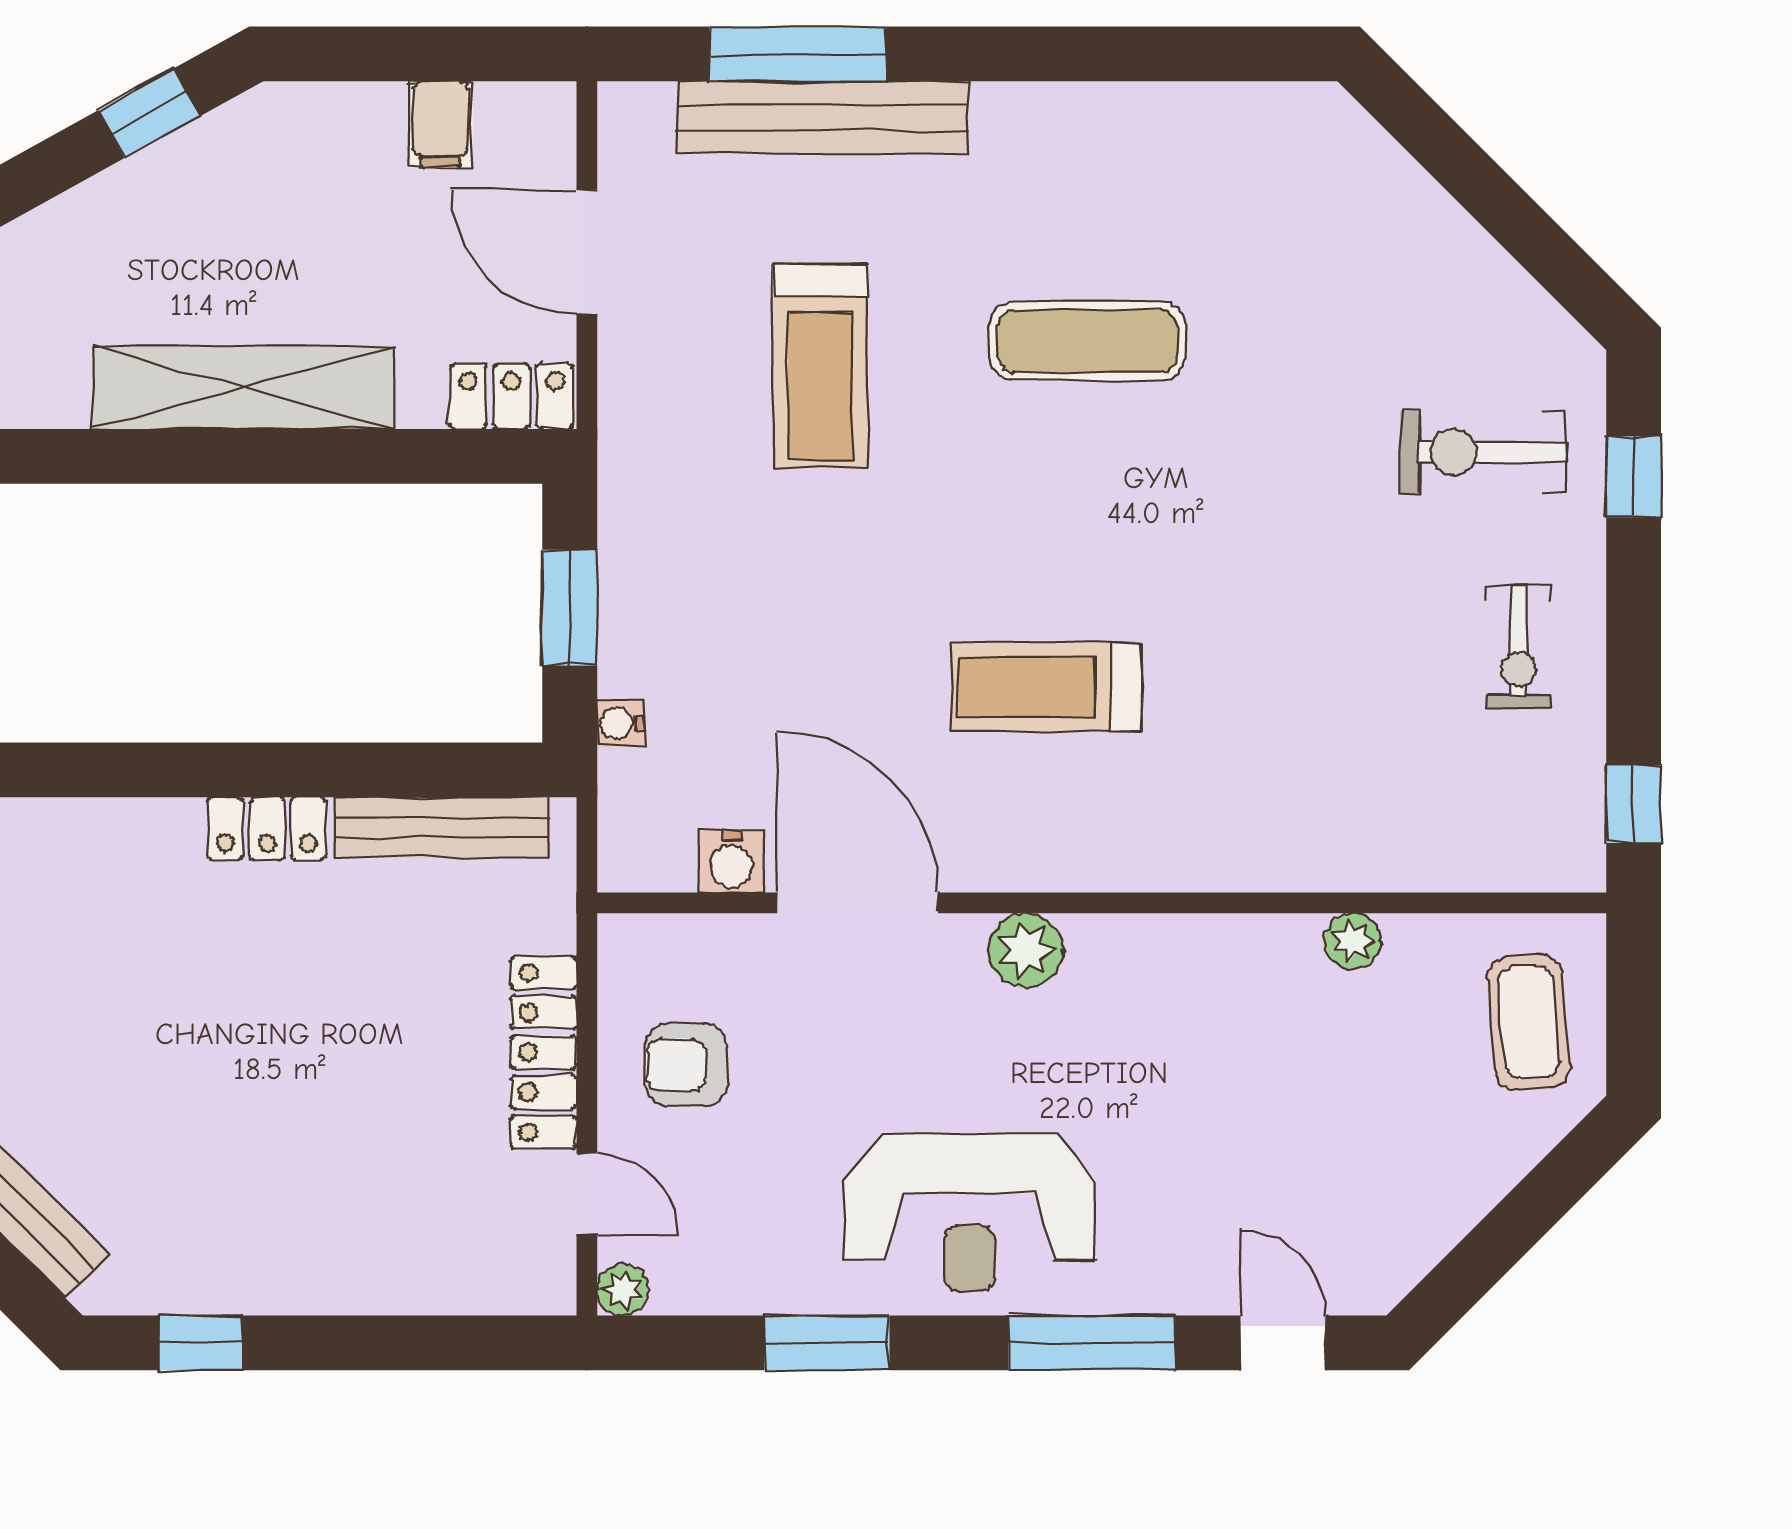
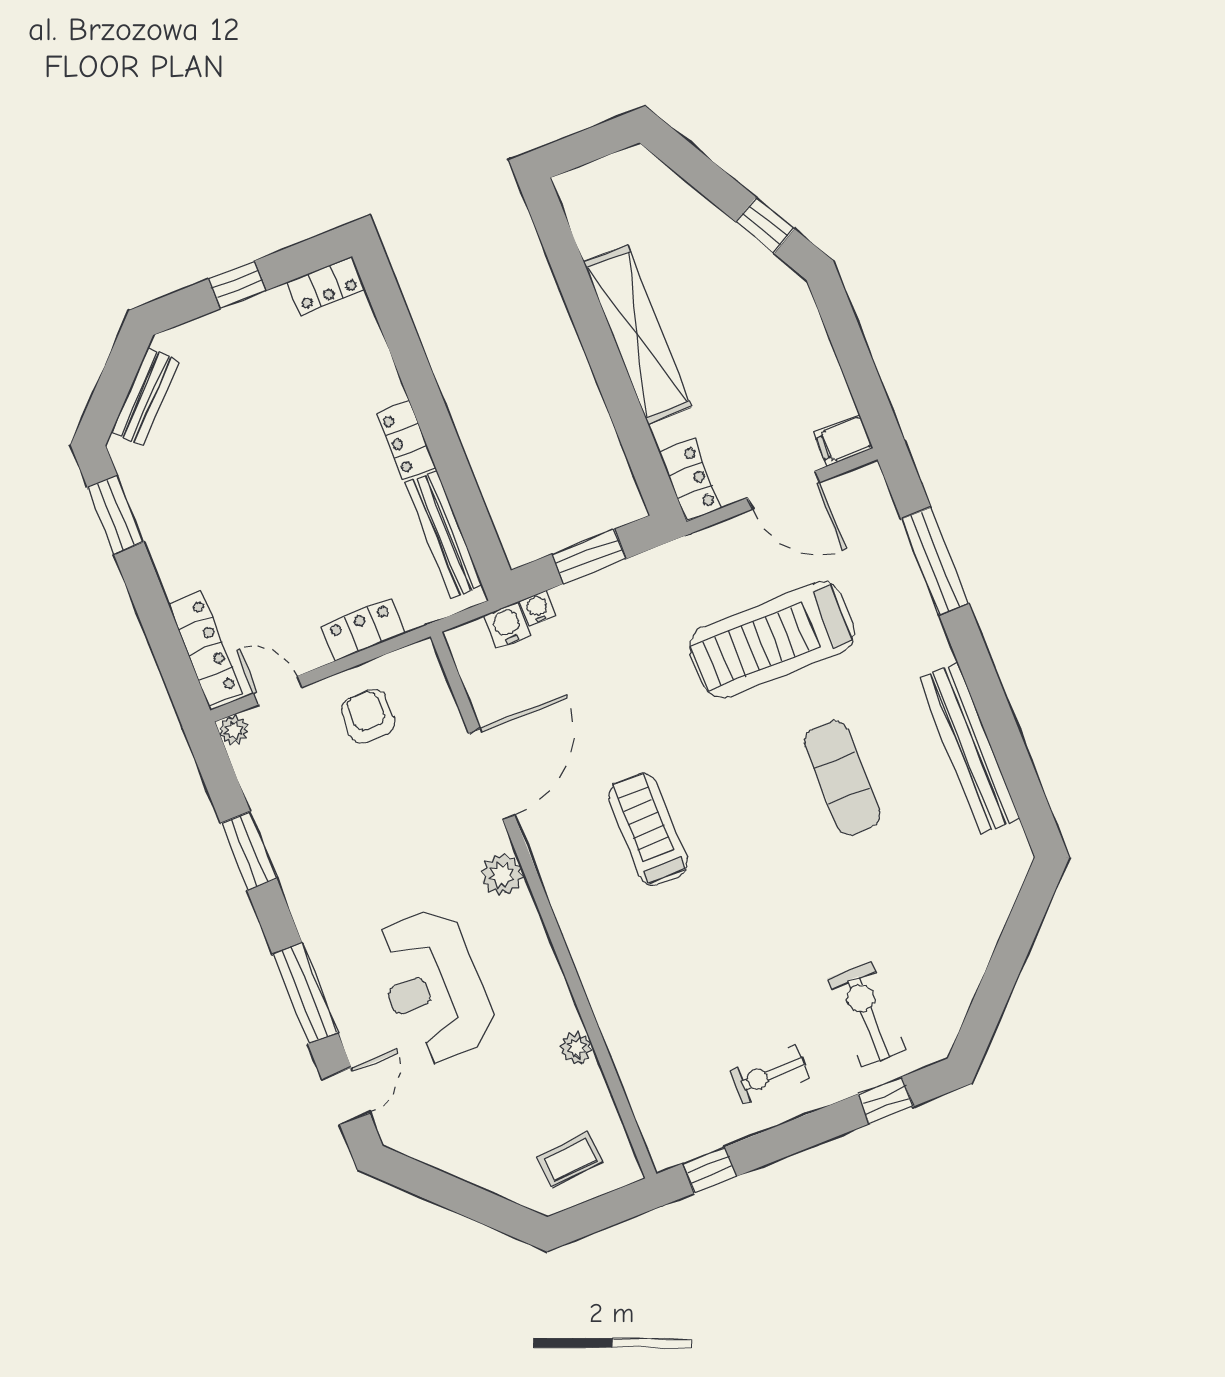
bench: (823, 117) -> (970, 748), moved
filing cabinet: (440, 124) -> (843, 440), moved
door: (587, 252) -> (784, 490), swing flipped
treadmill: (820, 366) -> (772, 640), width x1.37, depth x1.37
water cooler: (731, 861) -> (507, 625), moved, turned 90
coffee table: (1529, 1022) -> (570, 1160), width x0.73, depth x0.77
locker: (544, 1052) -> (363, 630), width x0.66
door: (587, 1194) -> (278, 690), swing flipped
reception desk: (969, 1212) -> (434, 986), moved
locker: (473, 1284) -> (205, 649), added
window: (201, 1343) -> (116, 515), width x1.50

